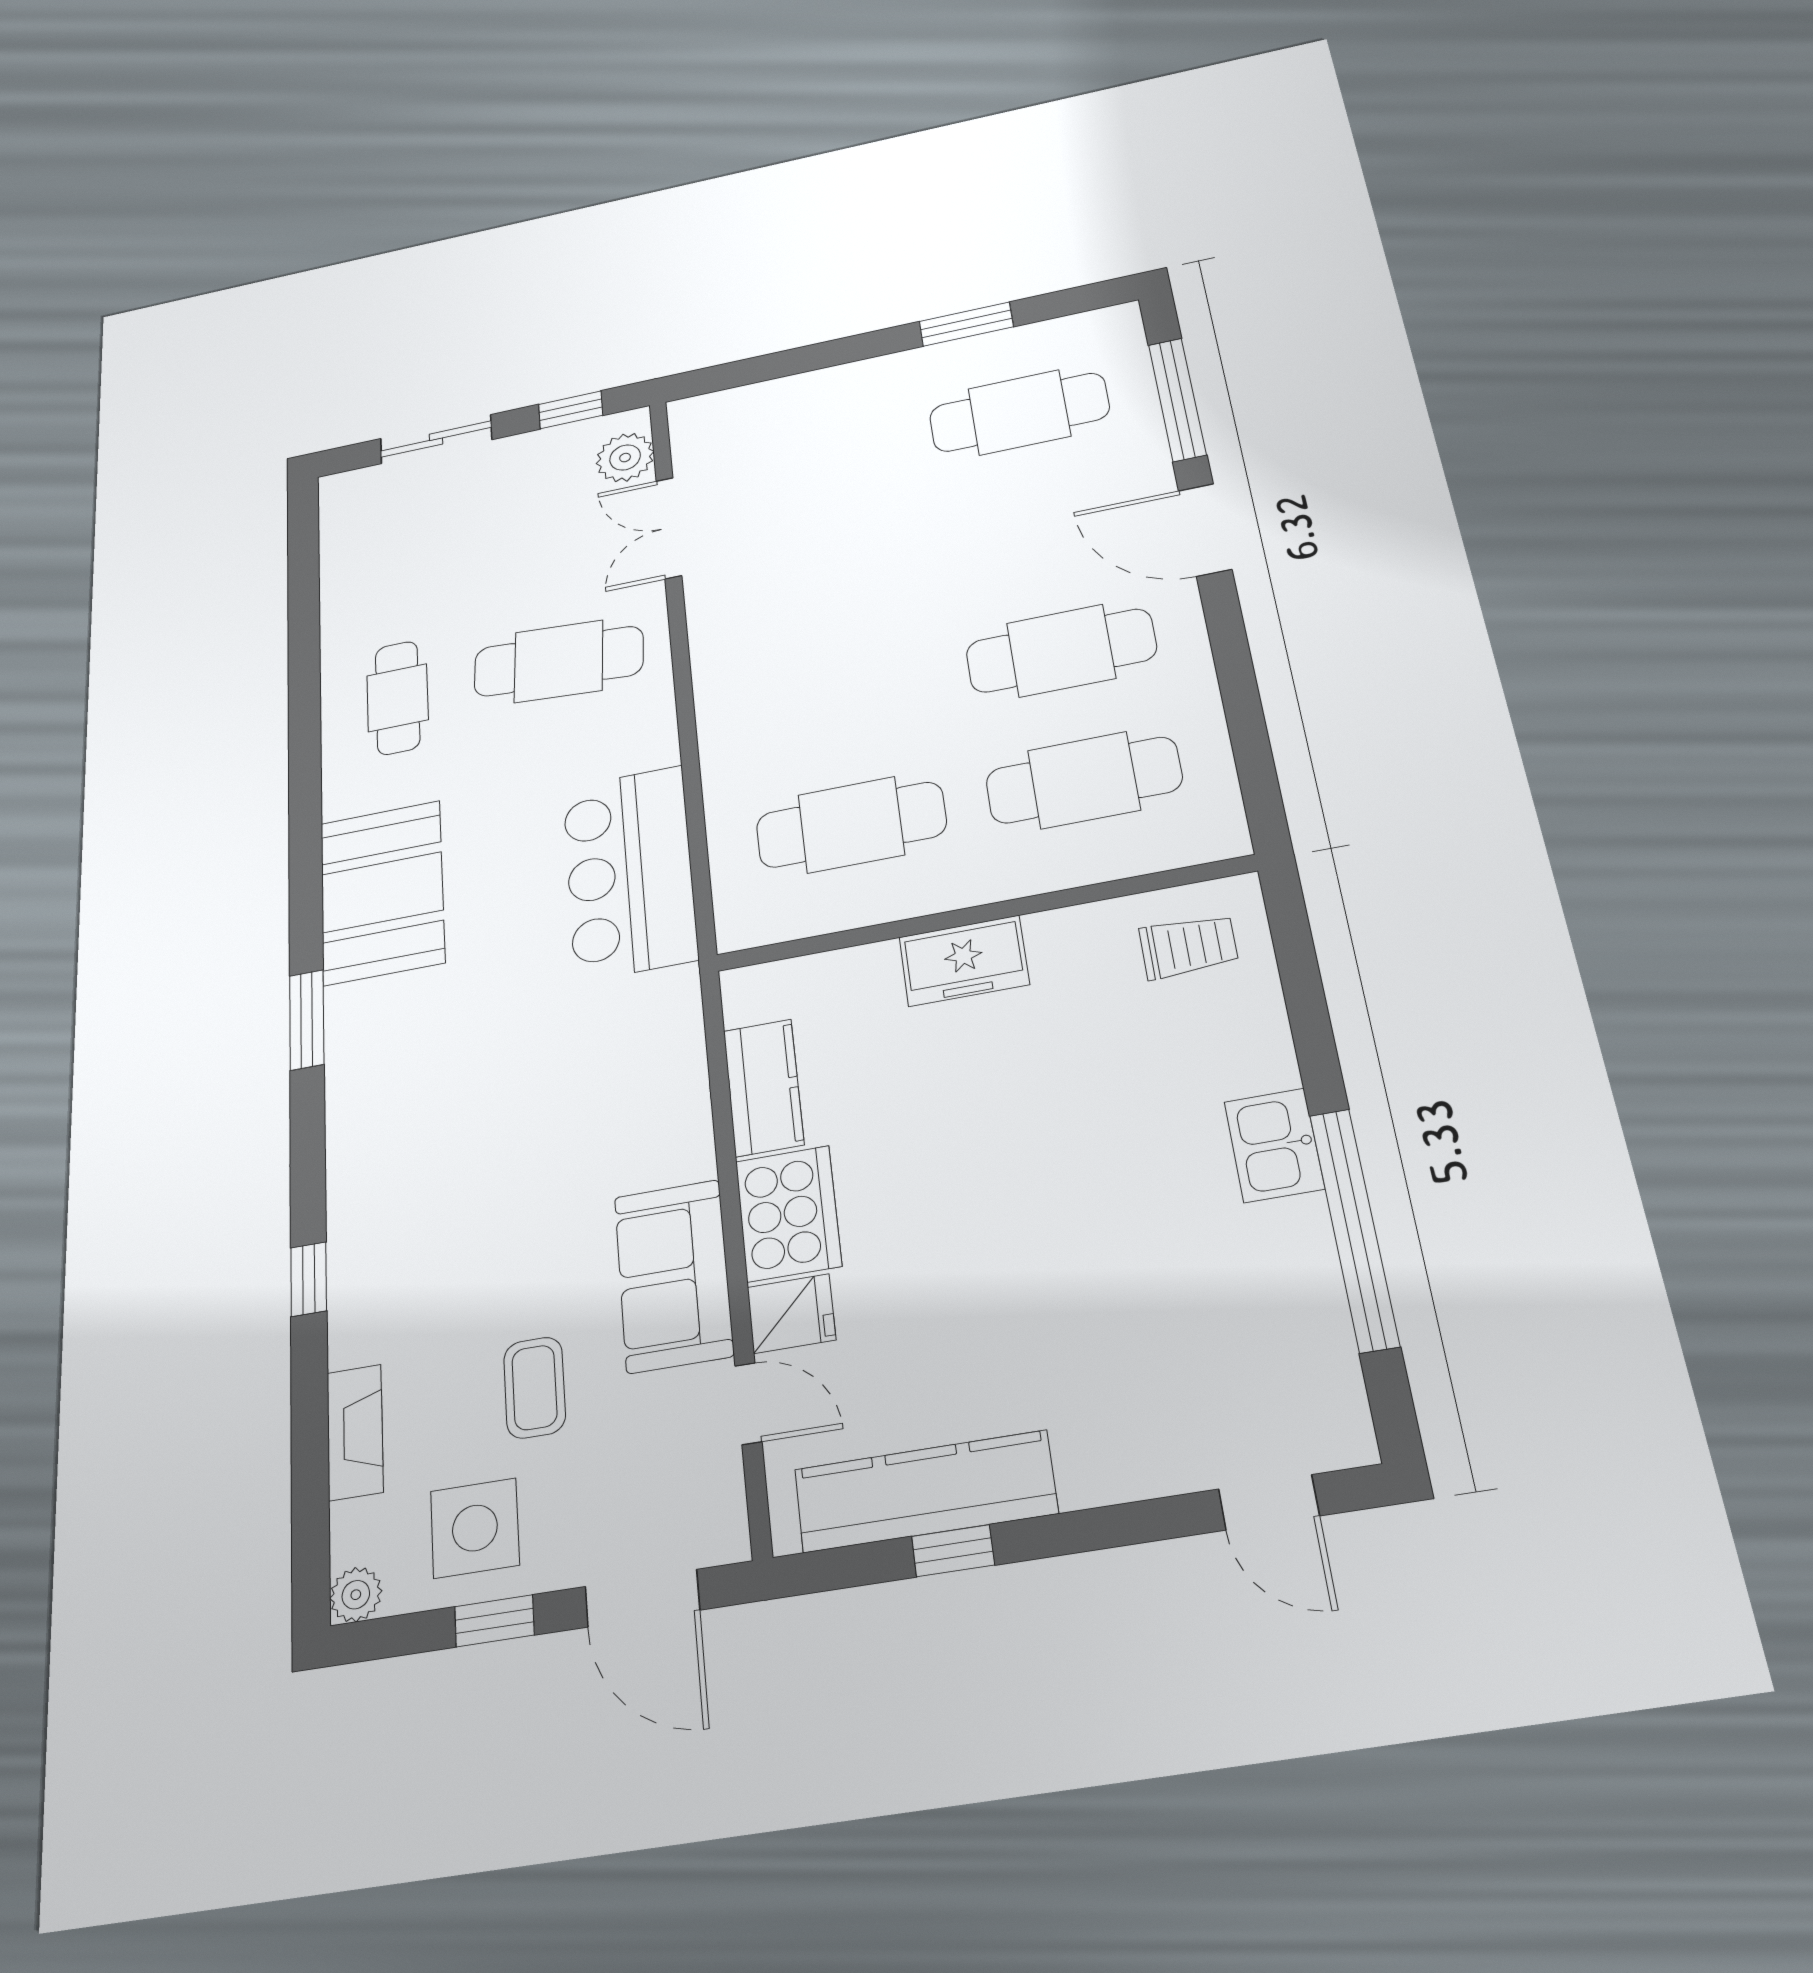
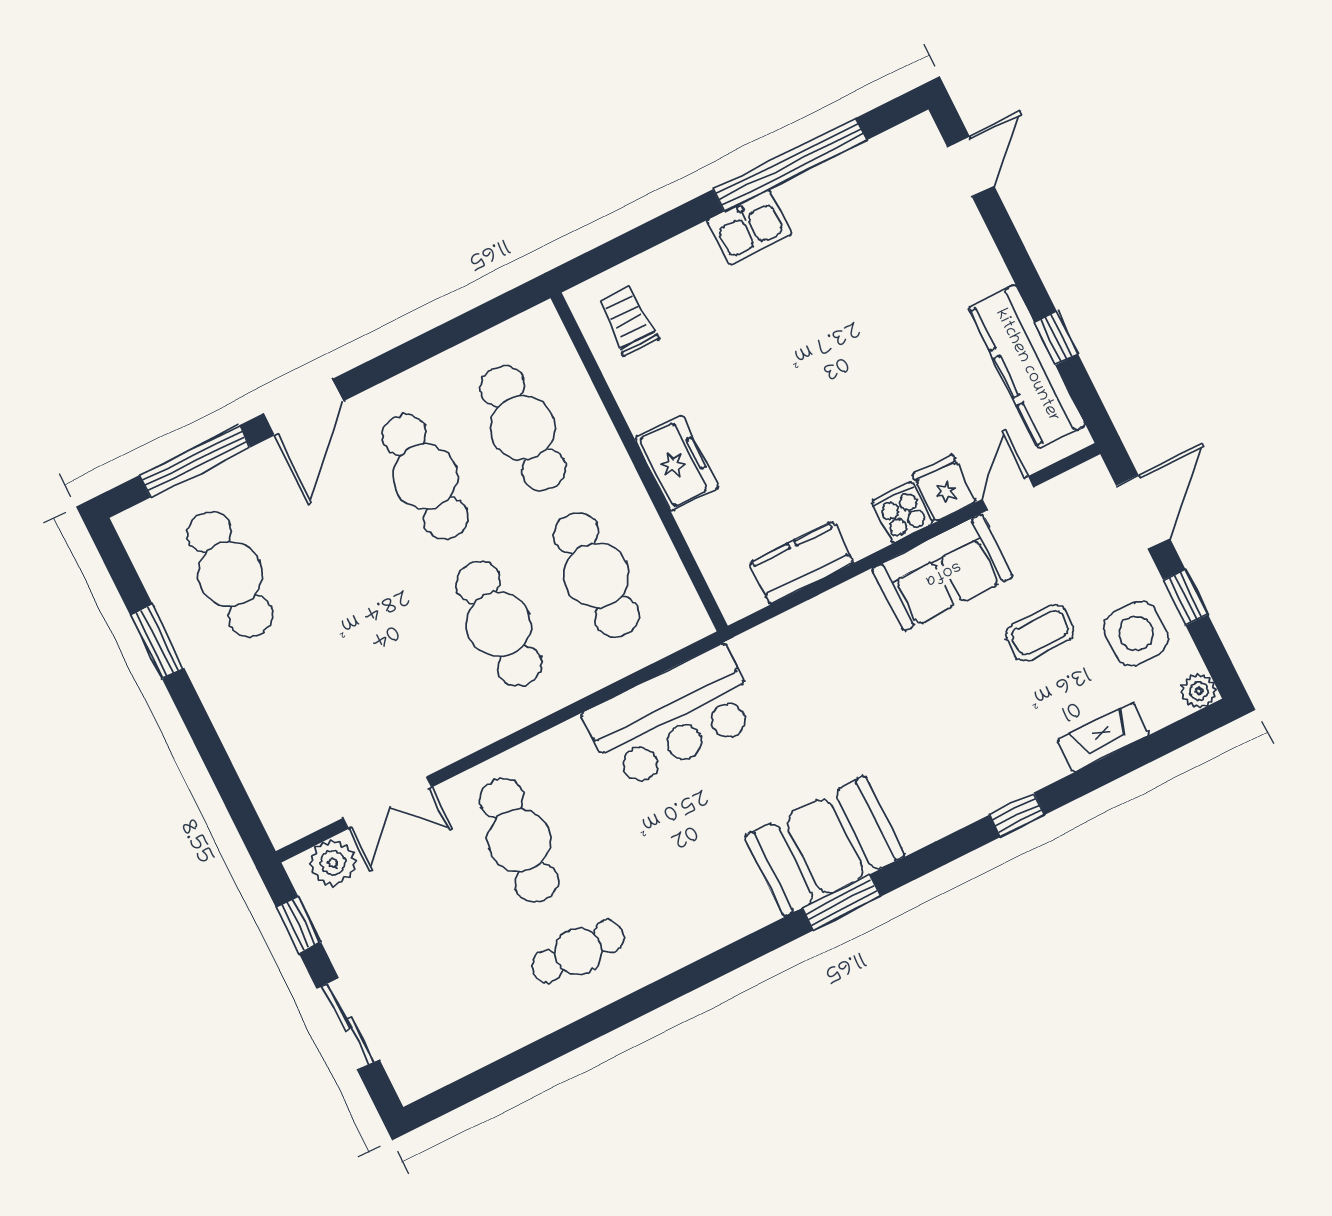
cafe table: (835, 696) -> (499, 624), added
booth: (382, 892) -> (825, 846), moved
cooker: (788, 1213) -> (902, 512), width x0.53, depth x0.76

